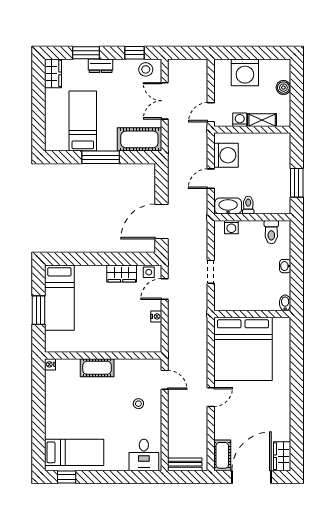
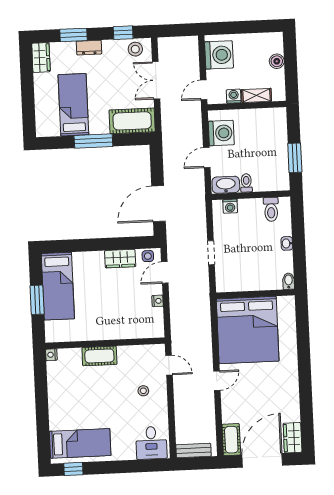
washing machine: (245, 72) -> (219, 55), moved, turned -90

